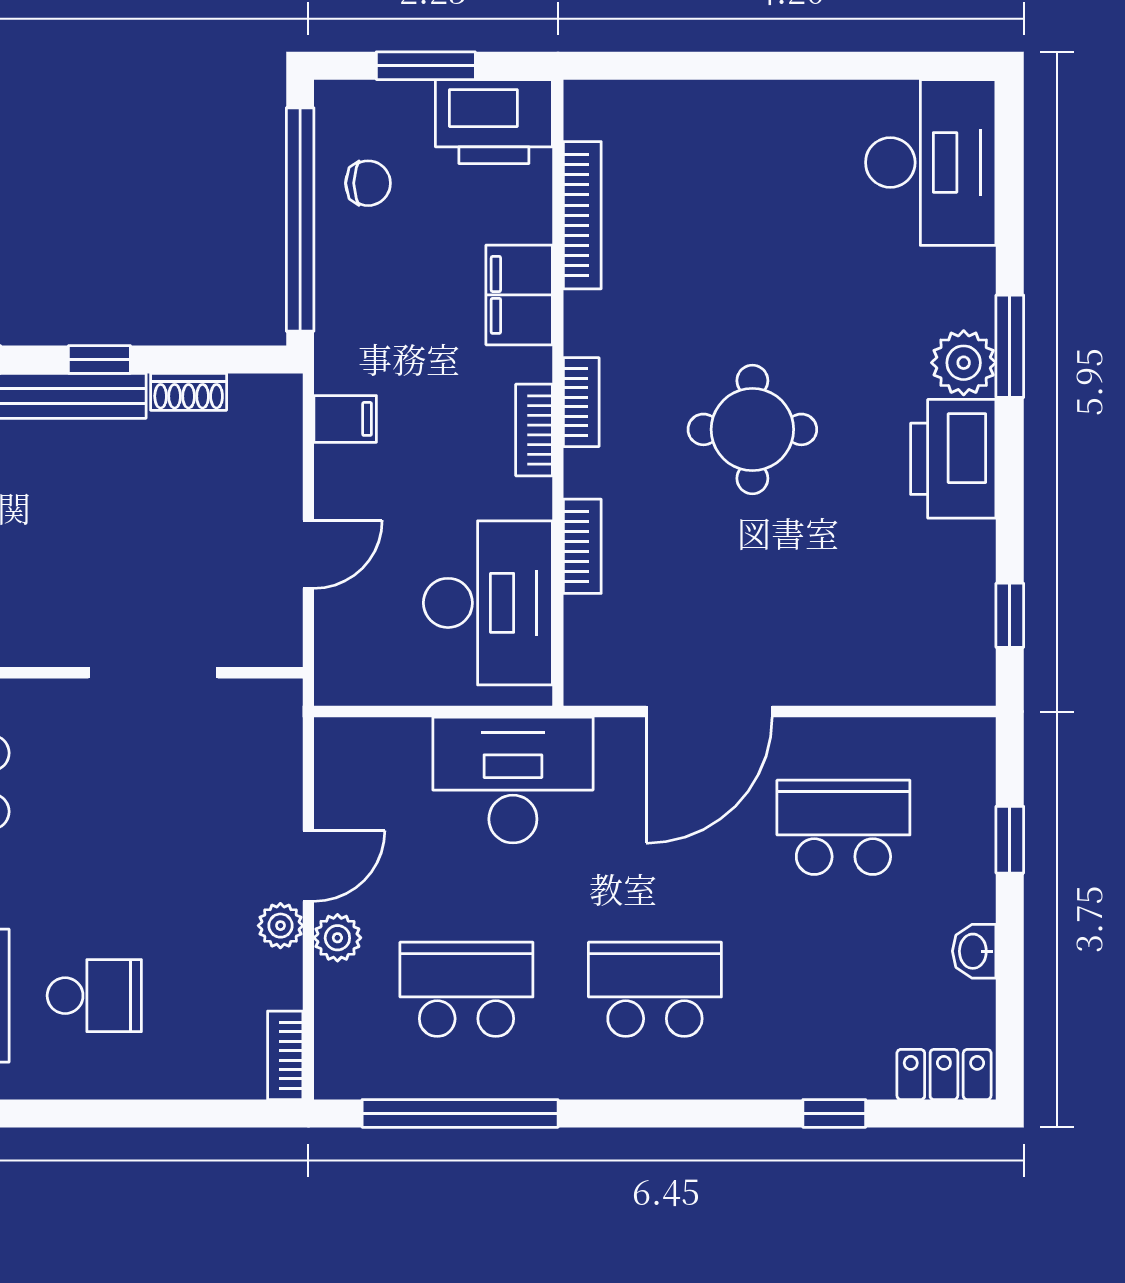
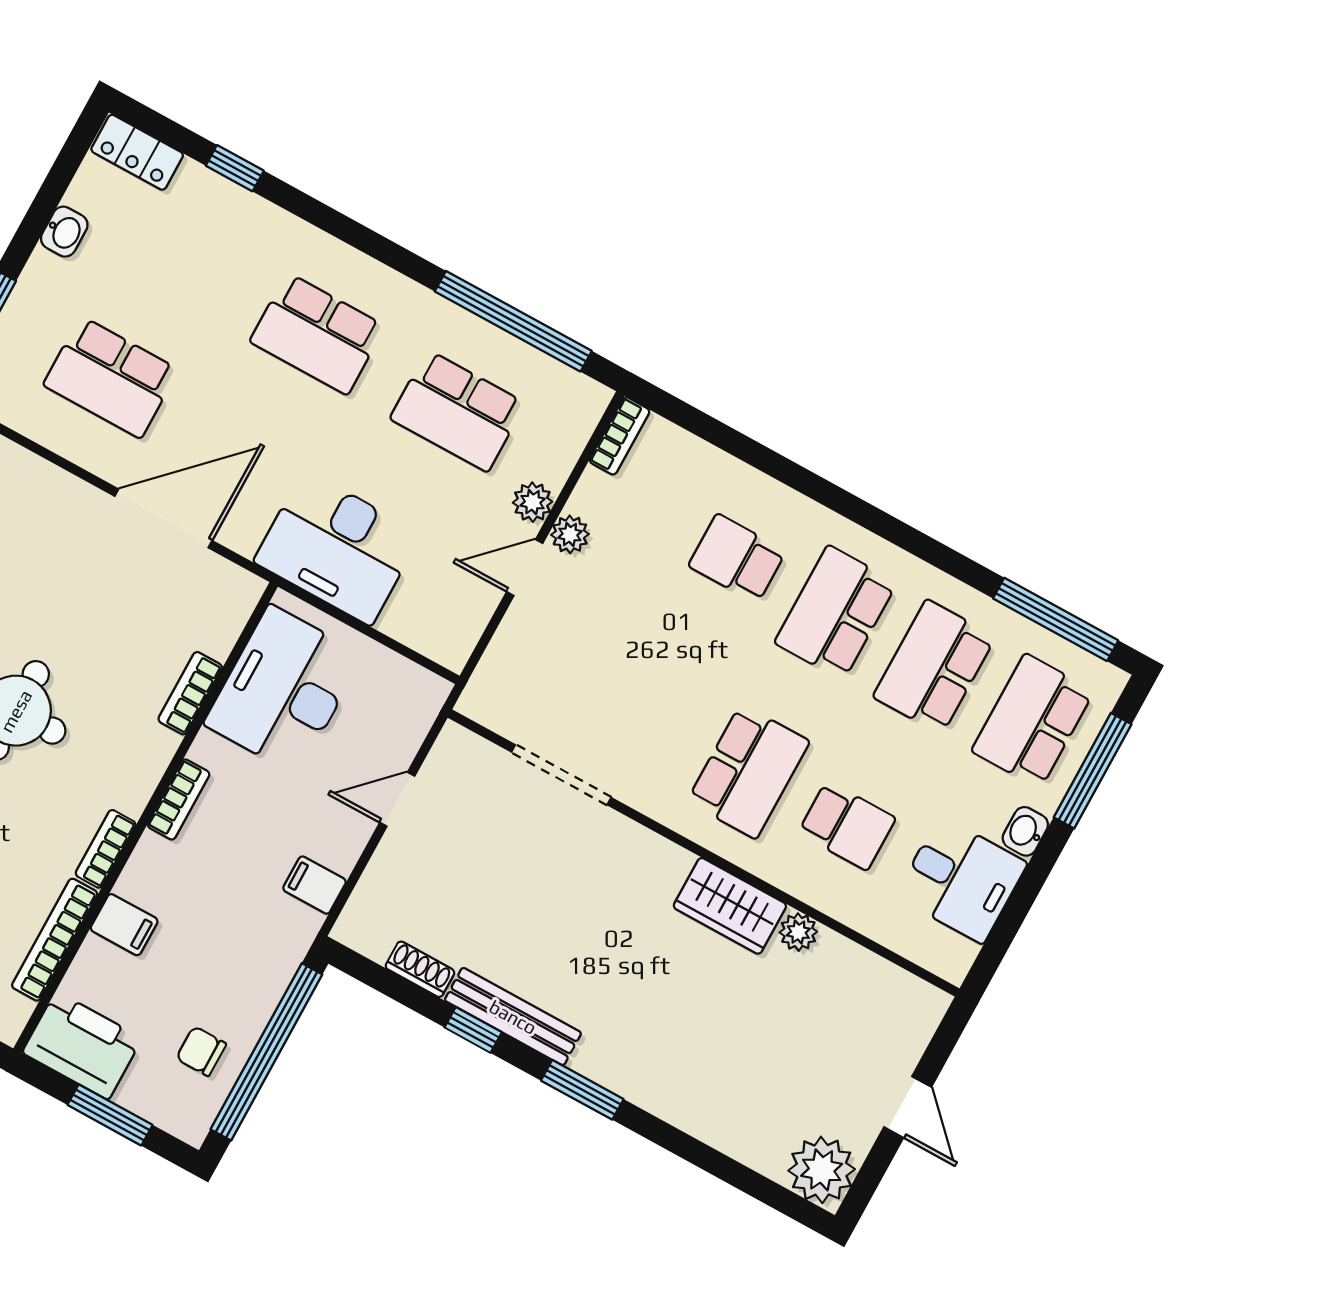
filing cabinet: (519, 295) -> (124, 925), width x0.50
bookcase: (581, 402) -> (106, 849), moved

